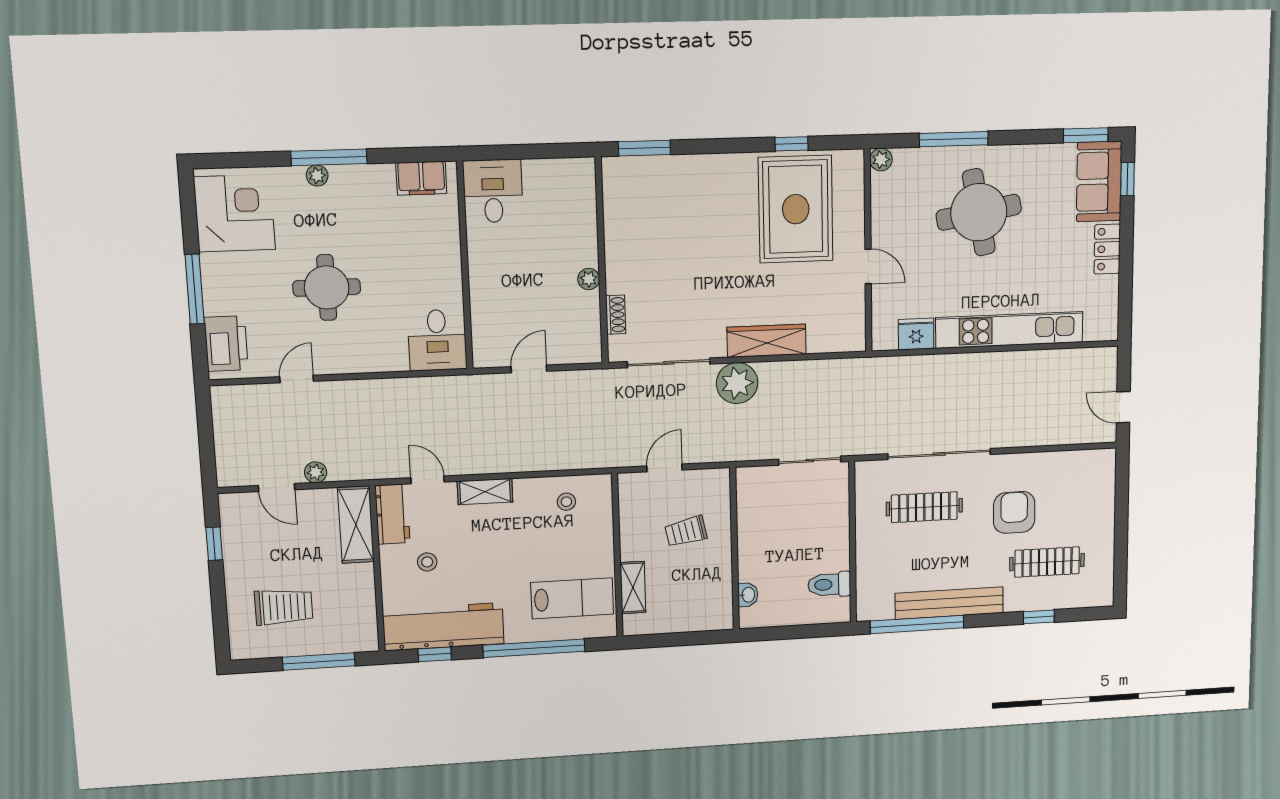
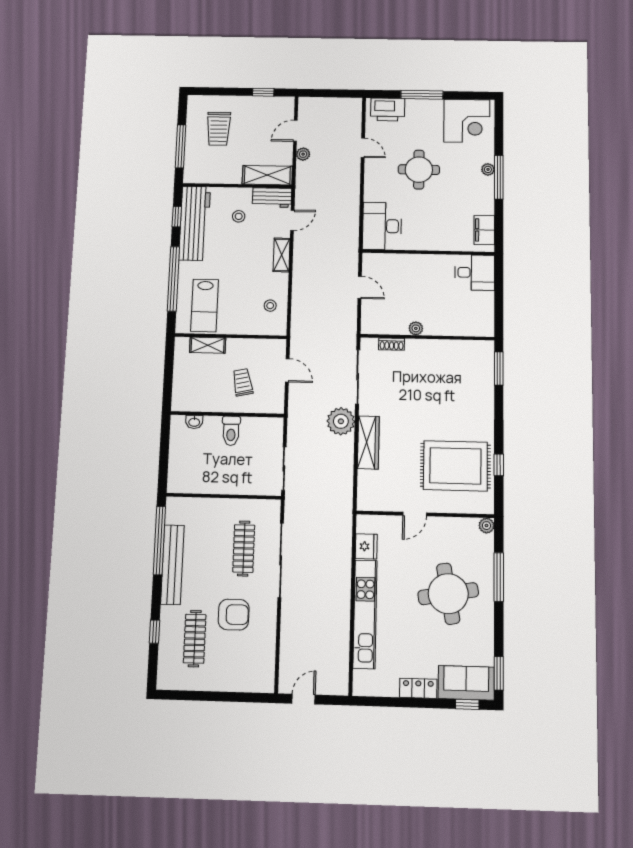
desk: (437, 340) -> (382, 226), width x1.37
toilet: (829, 584) -> (231, 431), moved, turned 180

